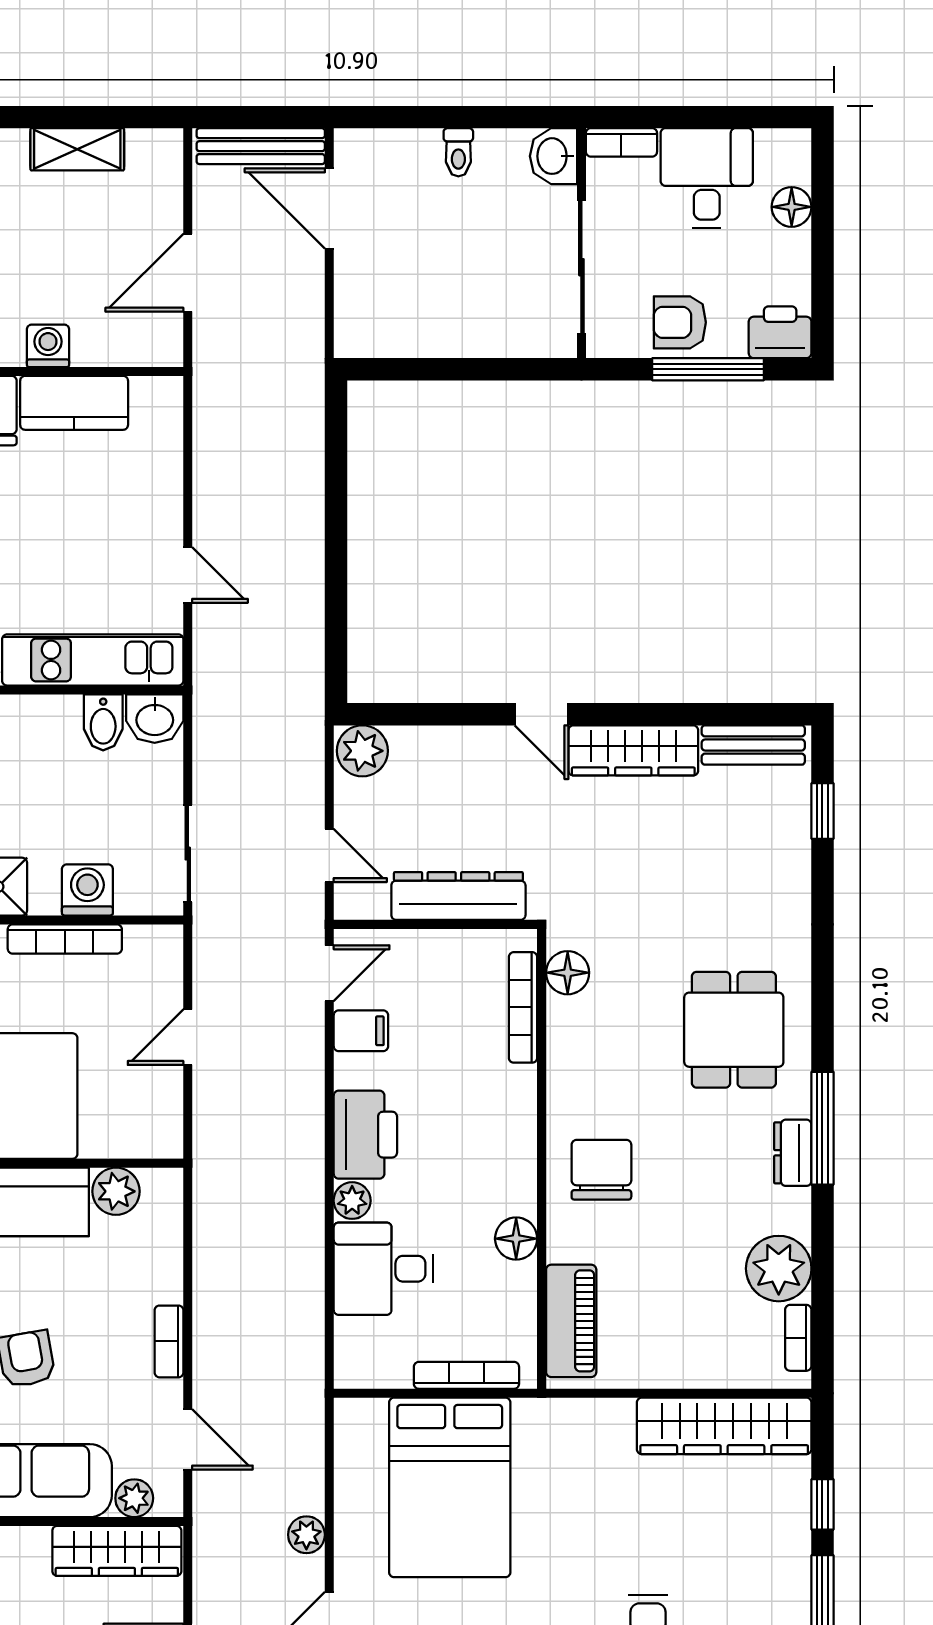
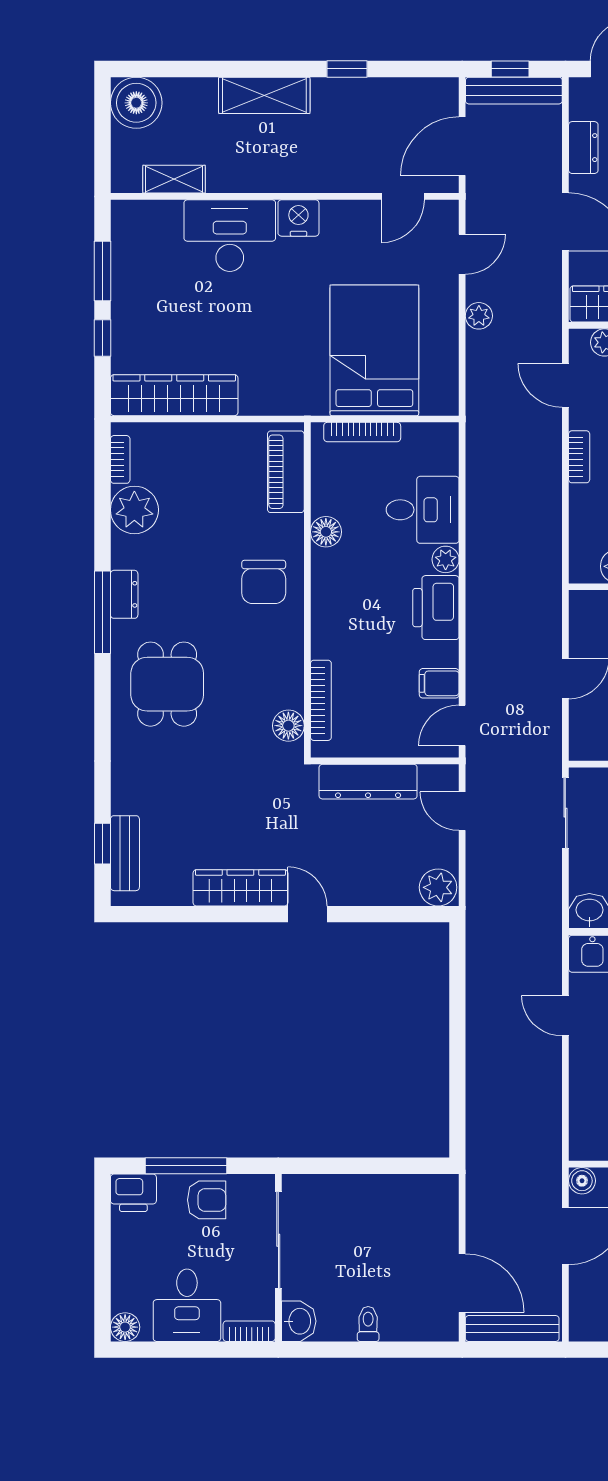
floor lamp: (792, 207) -> (125, 1327), moved
boiler: (165, 349) -> (582, 1181), added
bench: (753, 745) -> (125, 853), moved, turned 90

